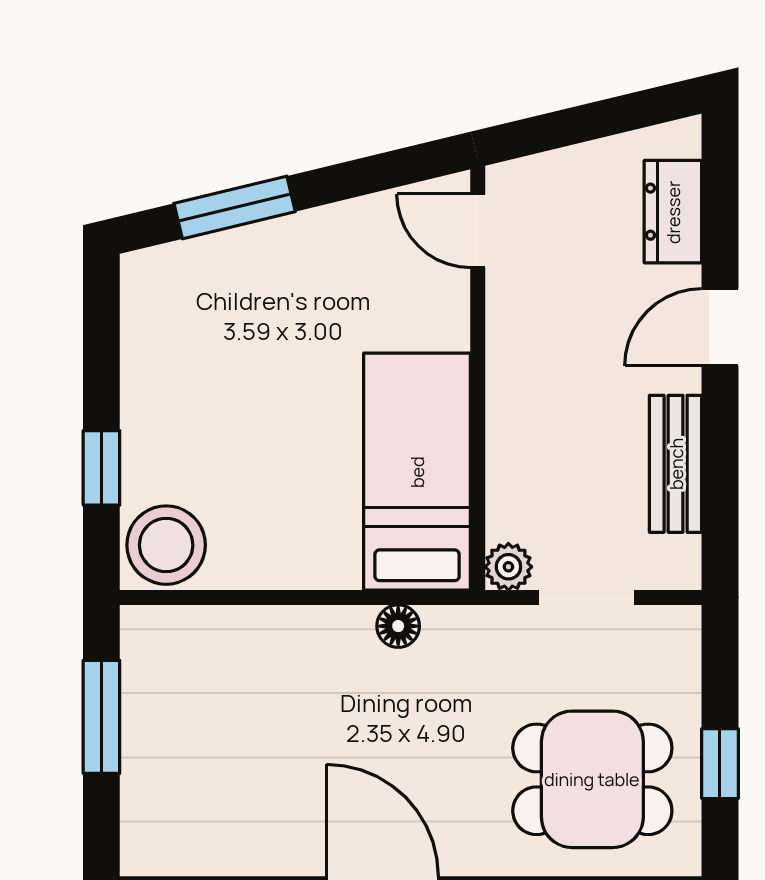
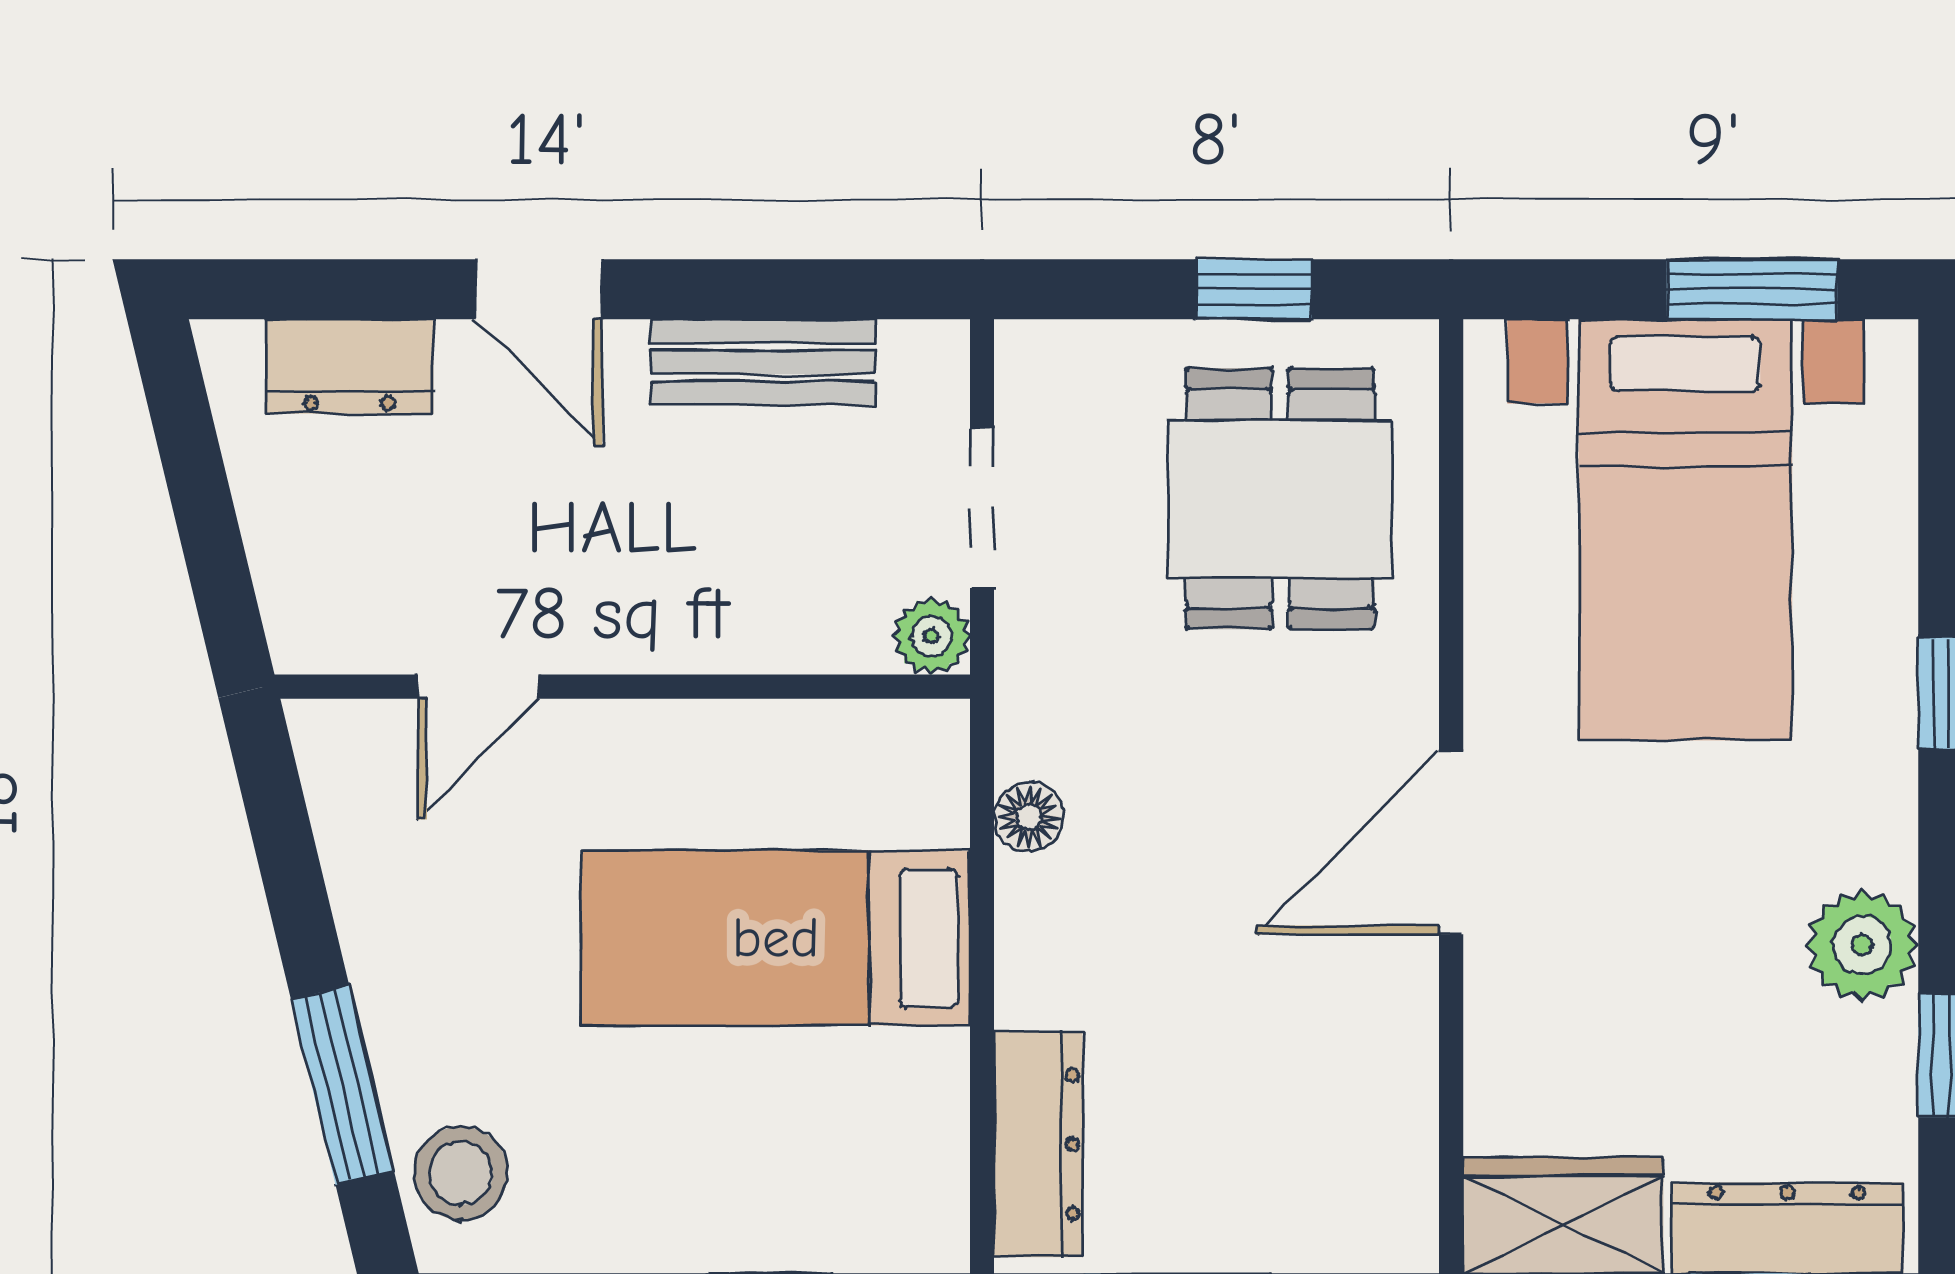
door: (478, 231) -> (478, 687), moved
bed: (417, 472) -> (776, 938), moved
stool: (166, 545) -> (461, 1173), moved, width x0.73, depth x0.73
dresser: (199, 632) -> (1038, 1144), added

